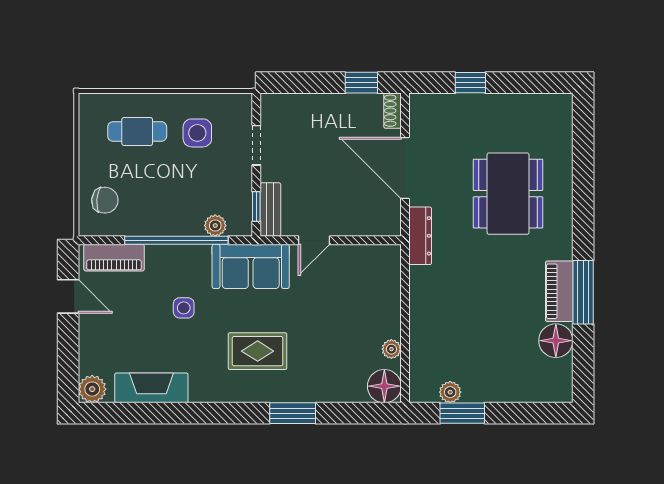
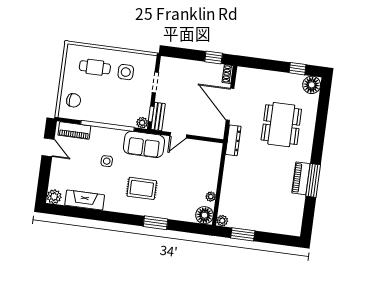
window: (470, 83) -> (298, 69), moved
plant: (215, 226) -> (142, 123), moved
floor lamp: (556, 341) -> (312, 85), moved
plant: (450, 392) -> (222, 221), moved

